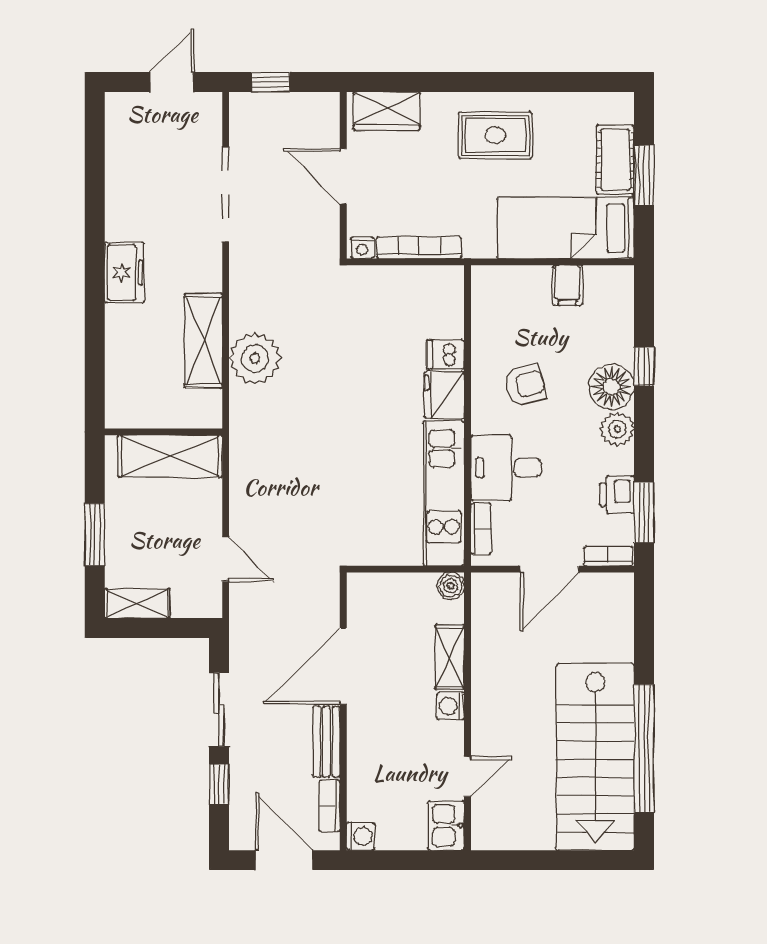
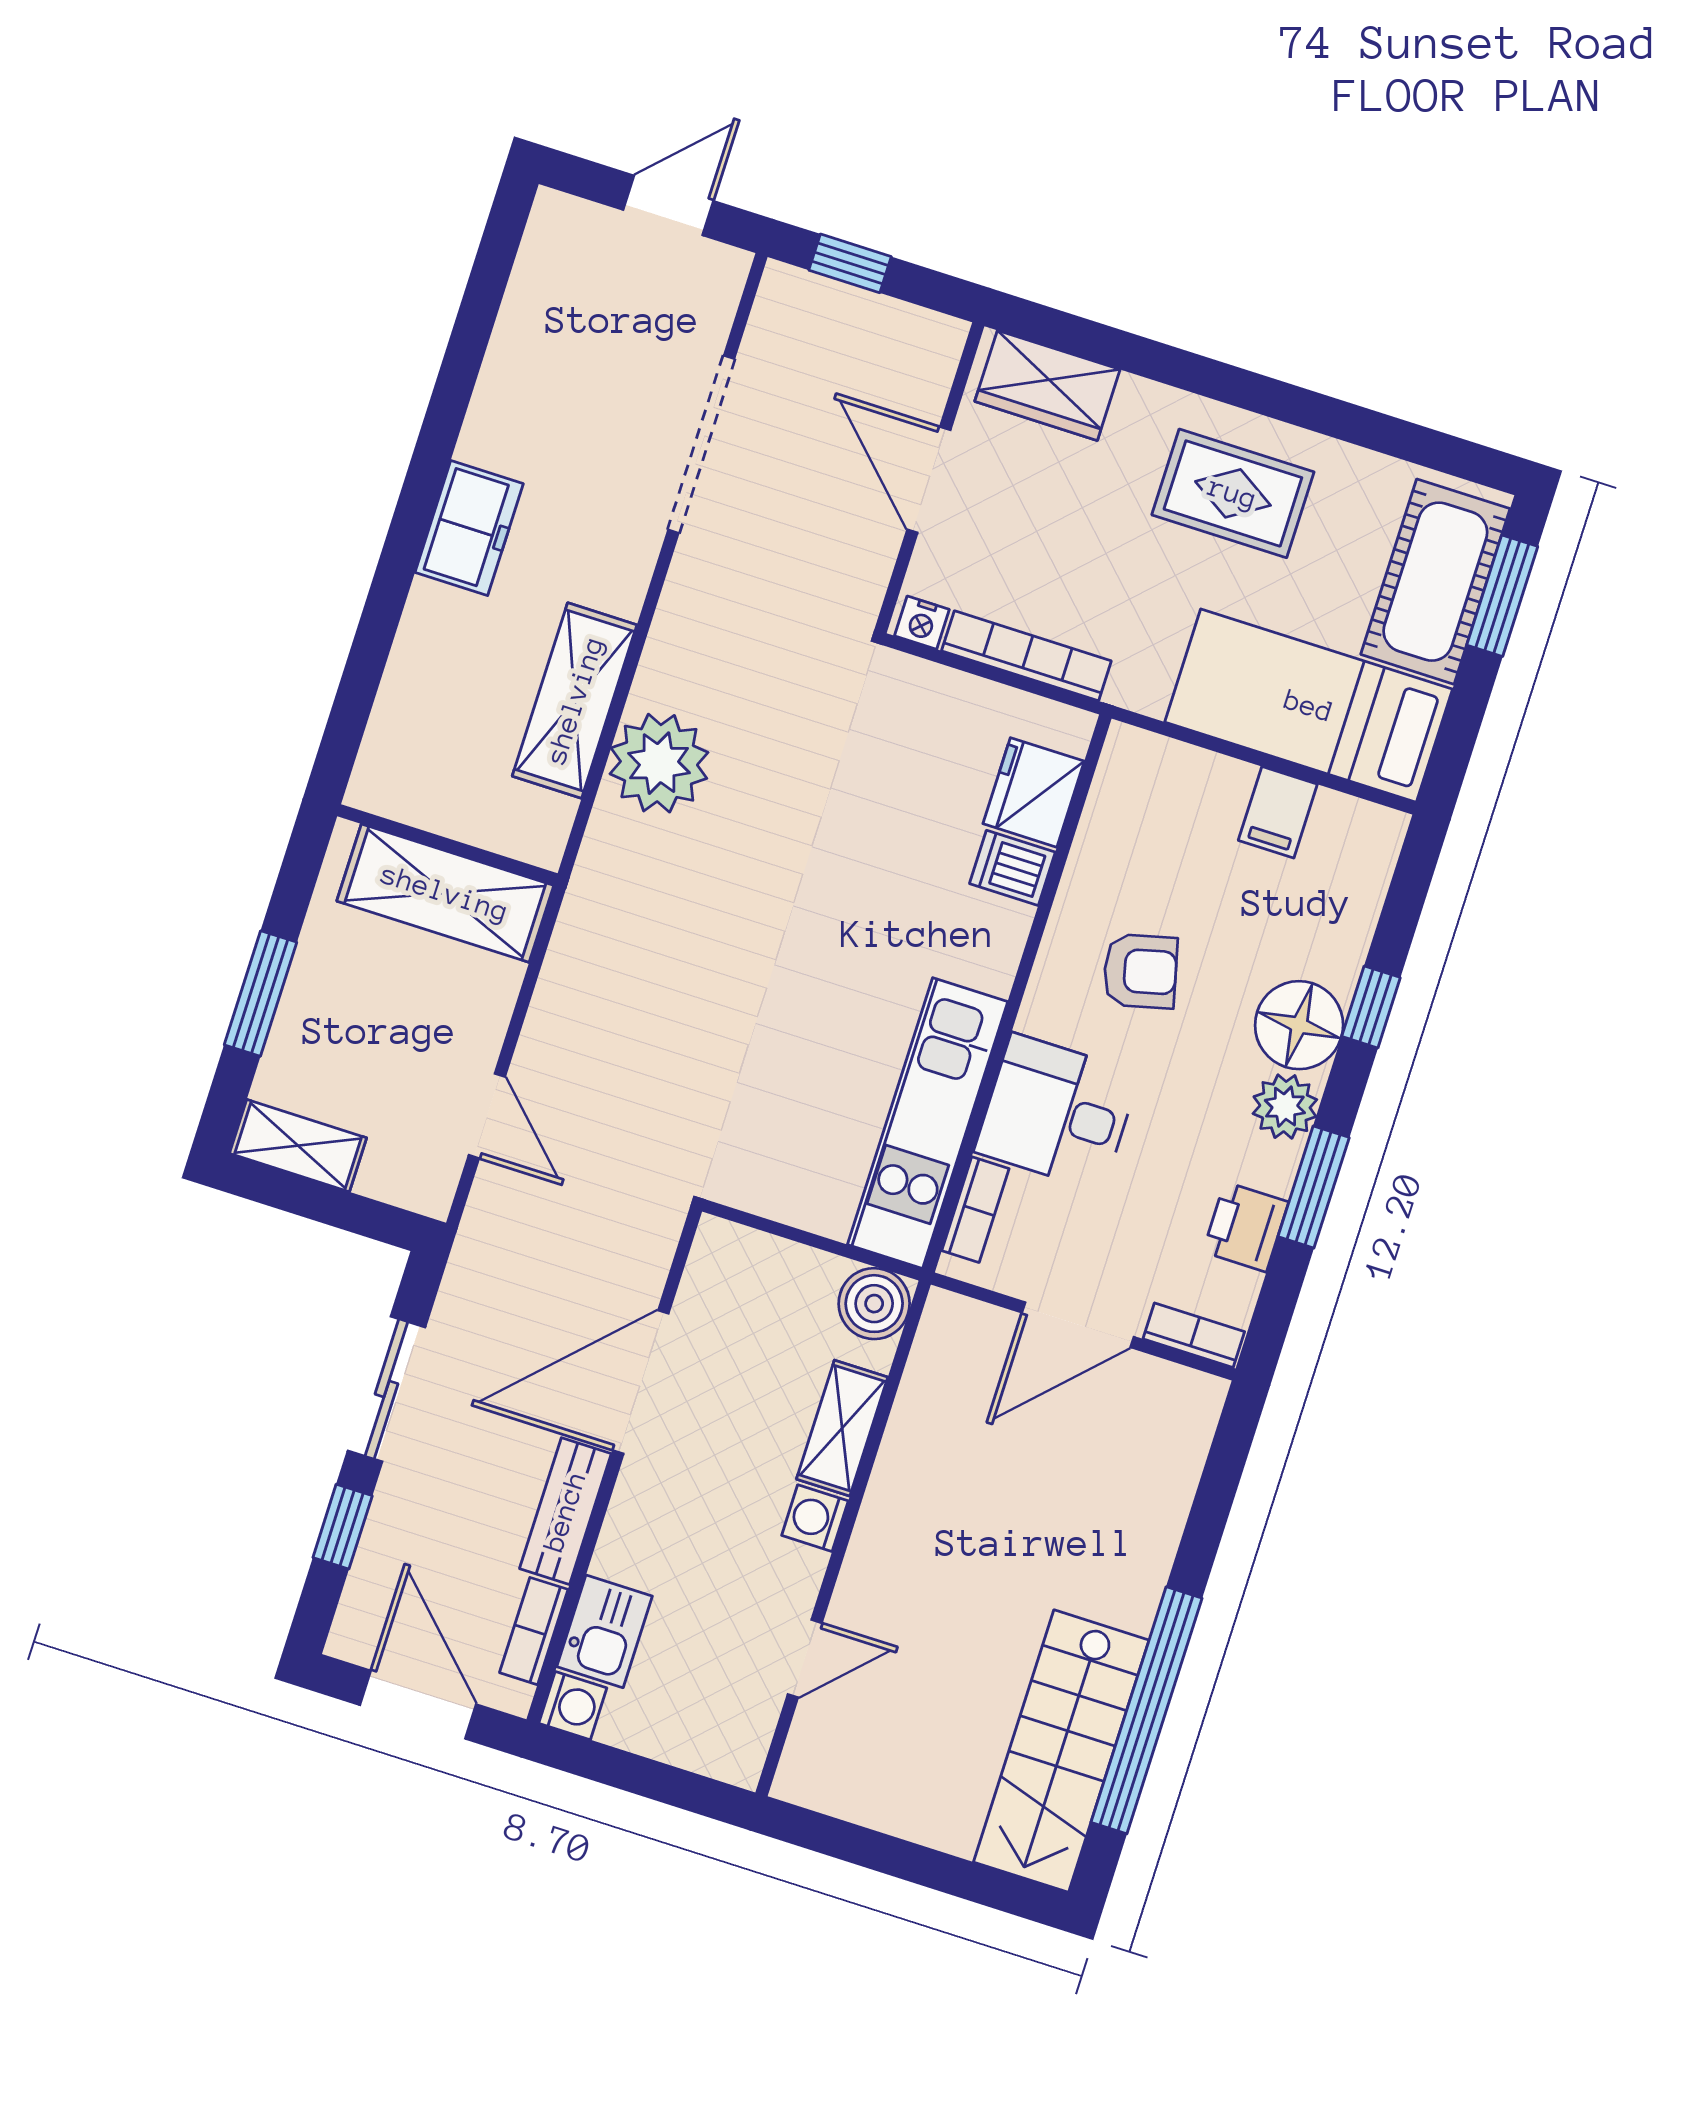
cot: (615, 160) -> (1435, 582), width x1.37, depth x1.34
window: (644, 175) -> (1502, 596), moved
fridge: (444, 395) -> (1034, 792), moved
window: (644, 513) -> (1314, 1187), moved
boiler: (451, 586) -> (874, 1304), width x1.36, depth x1.36
stairs: (595, 757) -> (1061, 1751), width x0.73, depth x0.66
kitchen sink: (446, 825) -> (605, 1631), moved, turned 180

